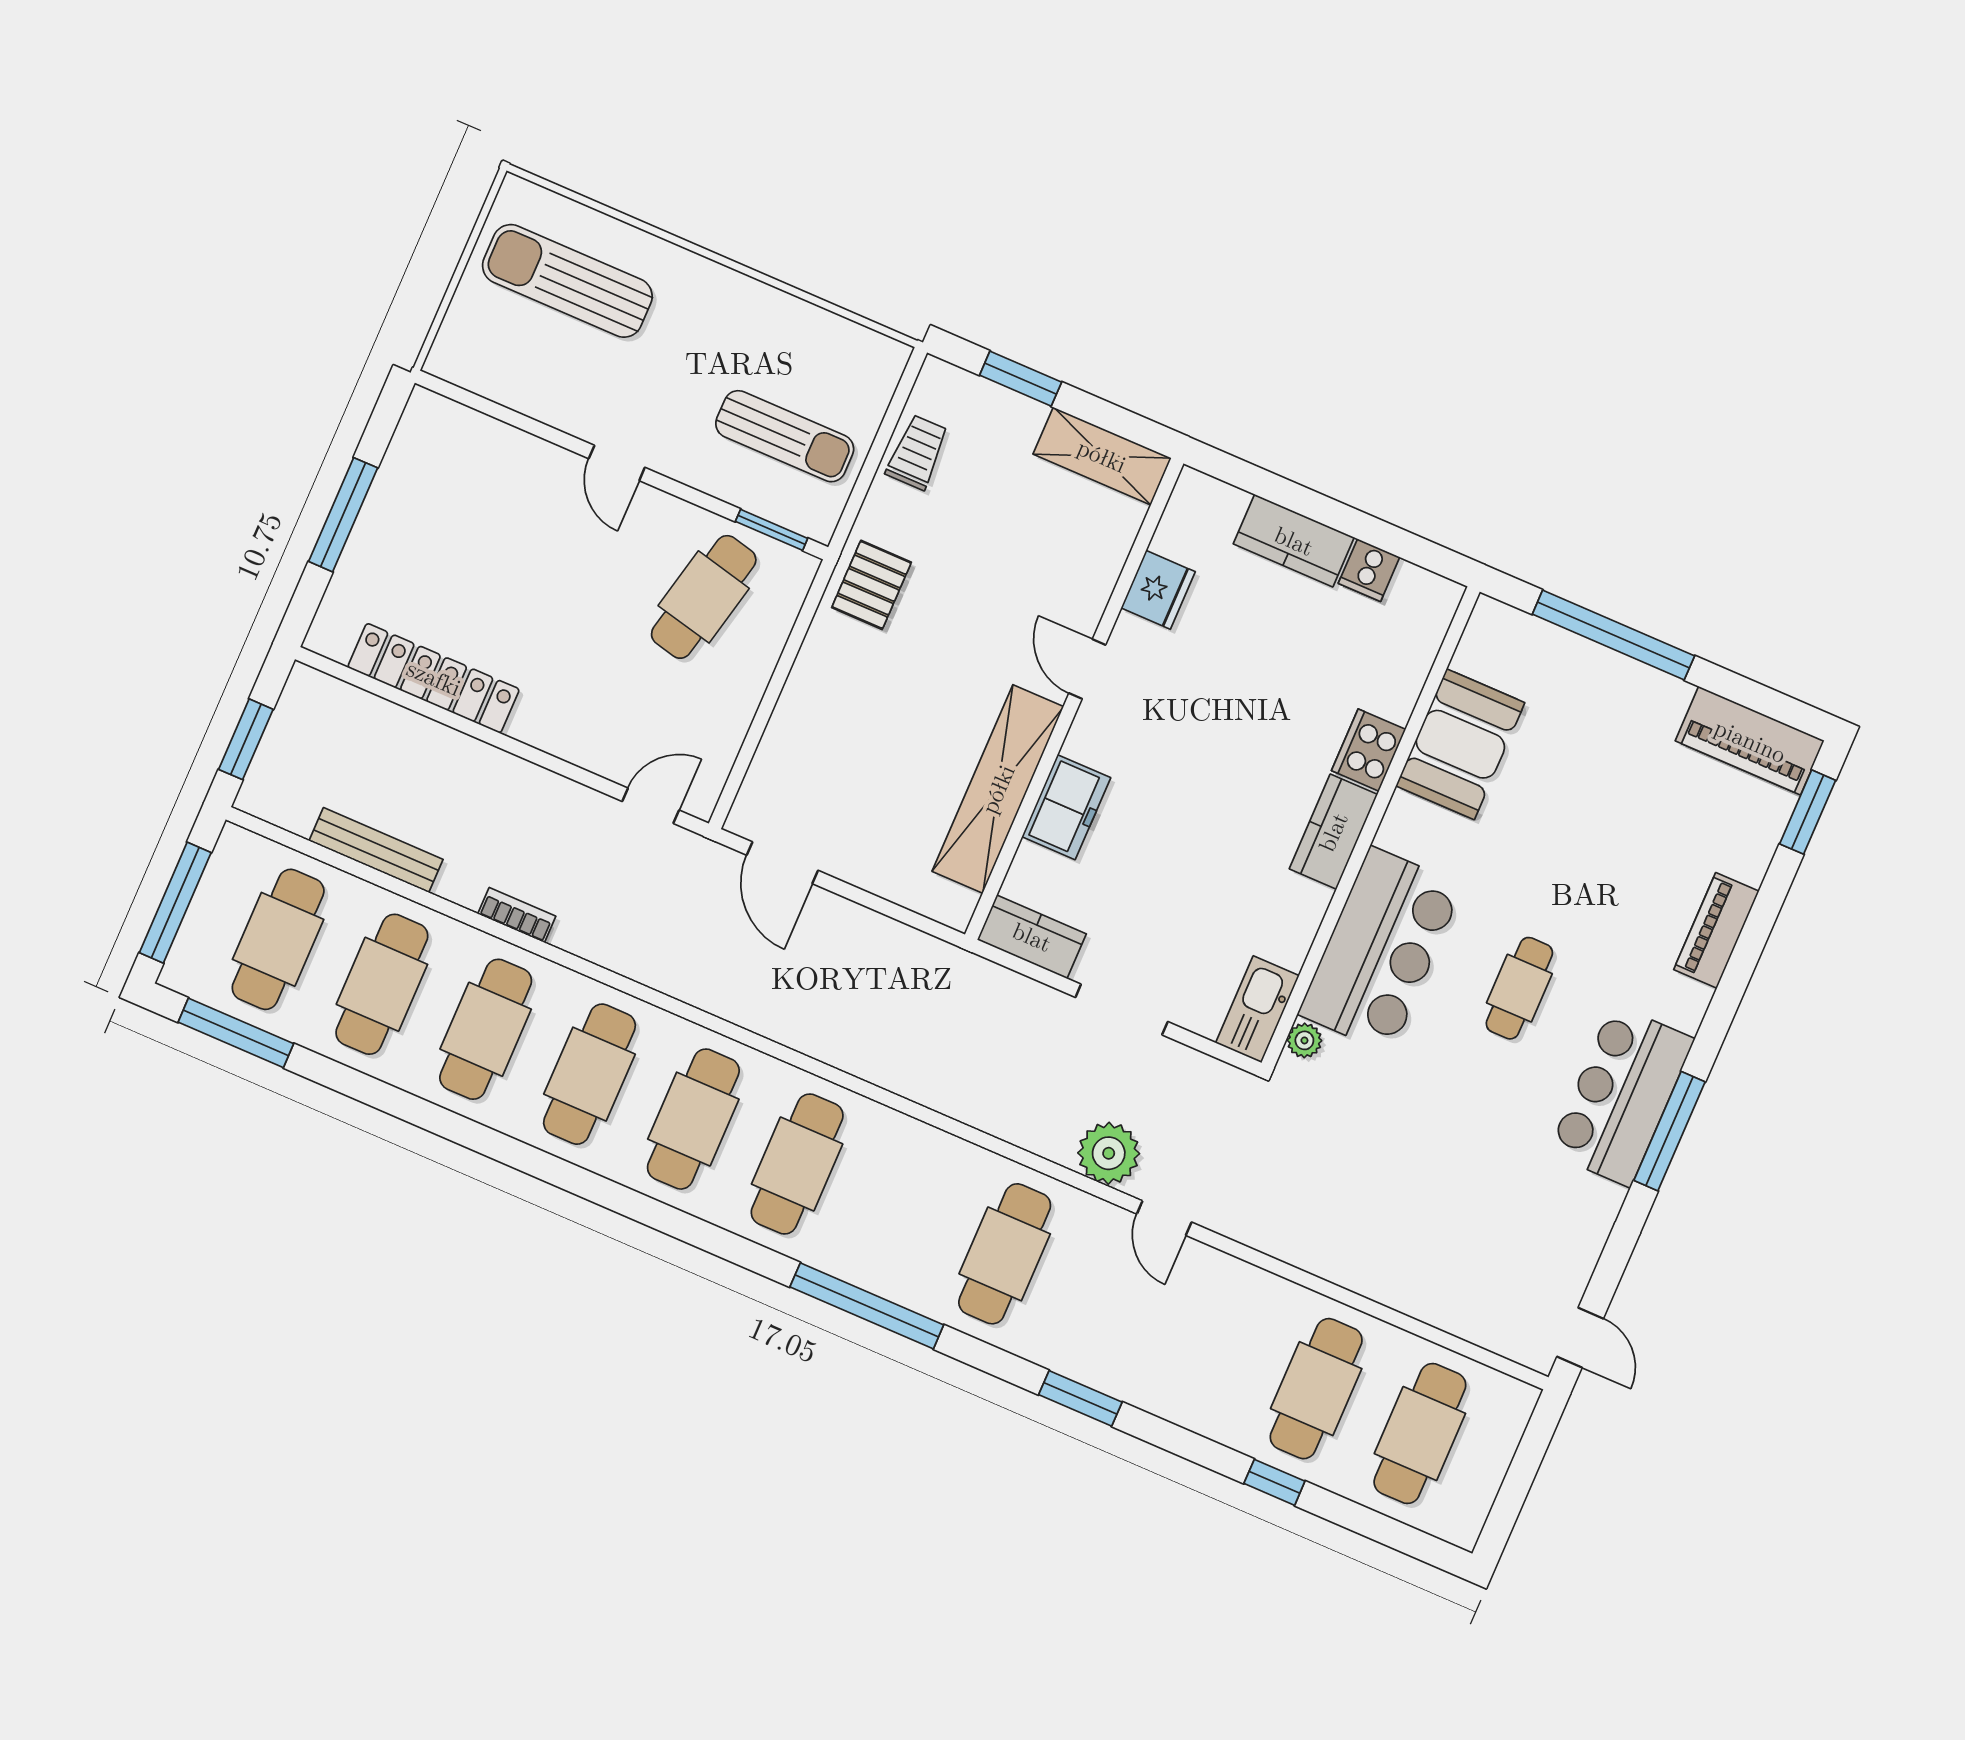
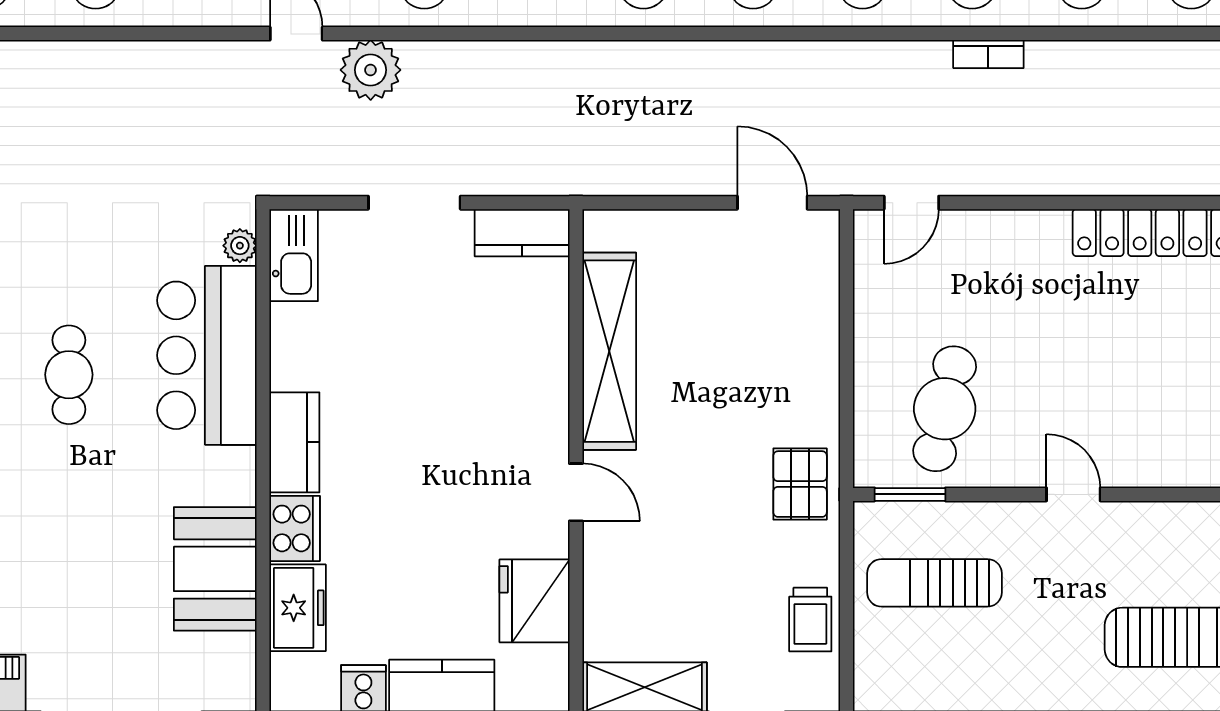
fridge: (1158, 590) -> (534, 601), width x1.36, depth x1.34
freezer: (1066, 807) -> (298, 608), moved, turned 180
bench: (376, 850) -> (1138, 58), removed

